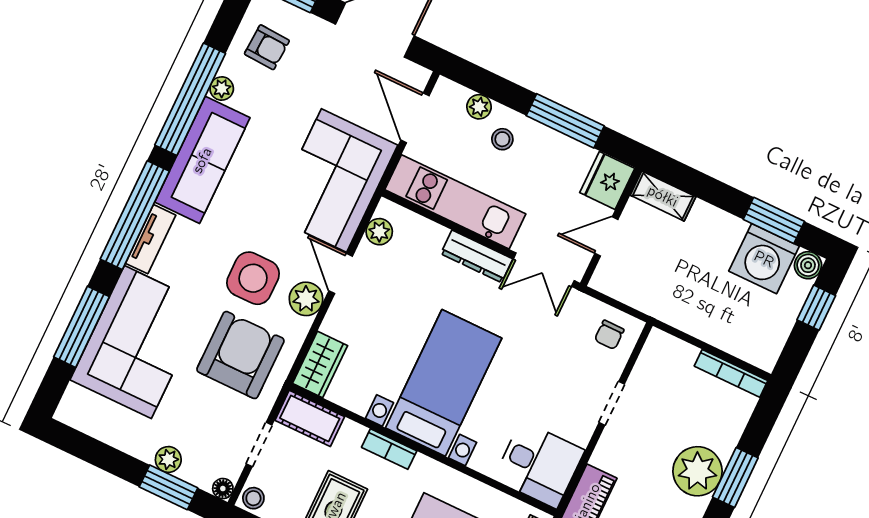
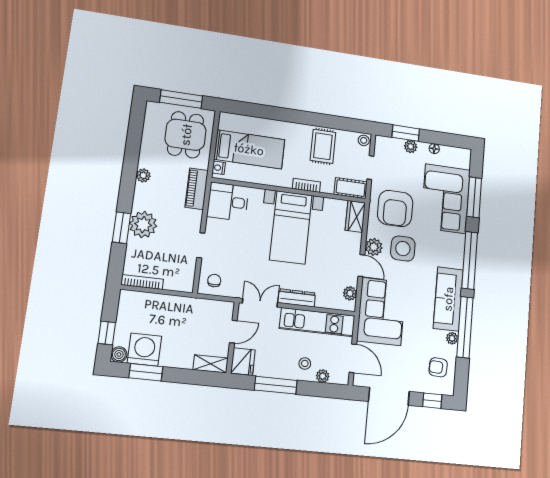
tv unit: (151, 239) -> (458, 251), removed
floor lamp: (223, 489) -> (434, 149), moved

